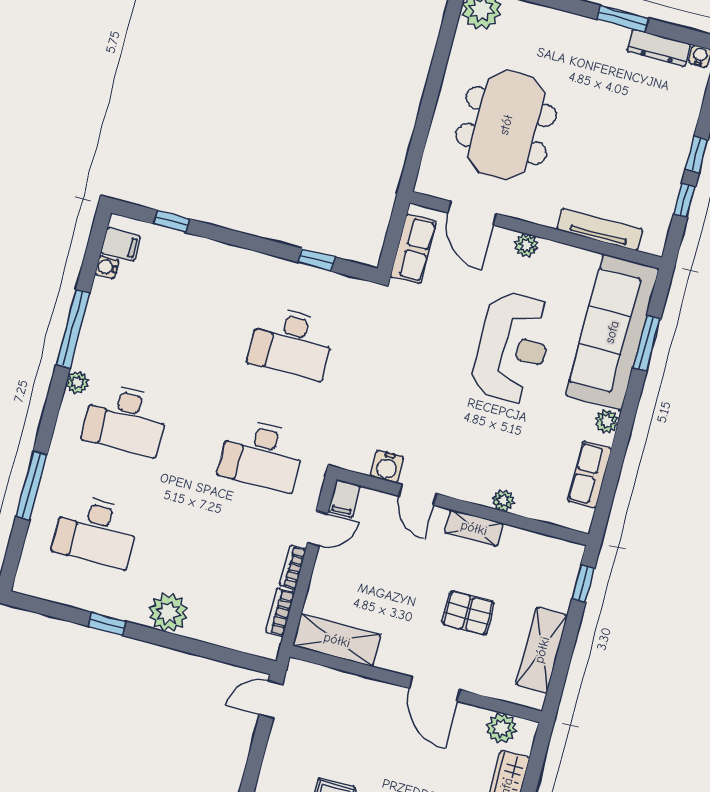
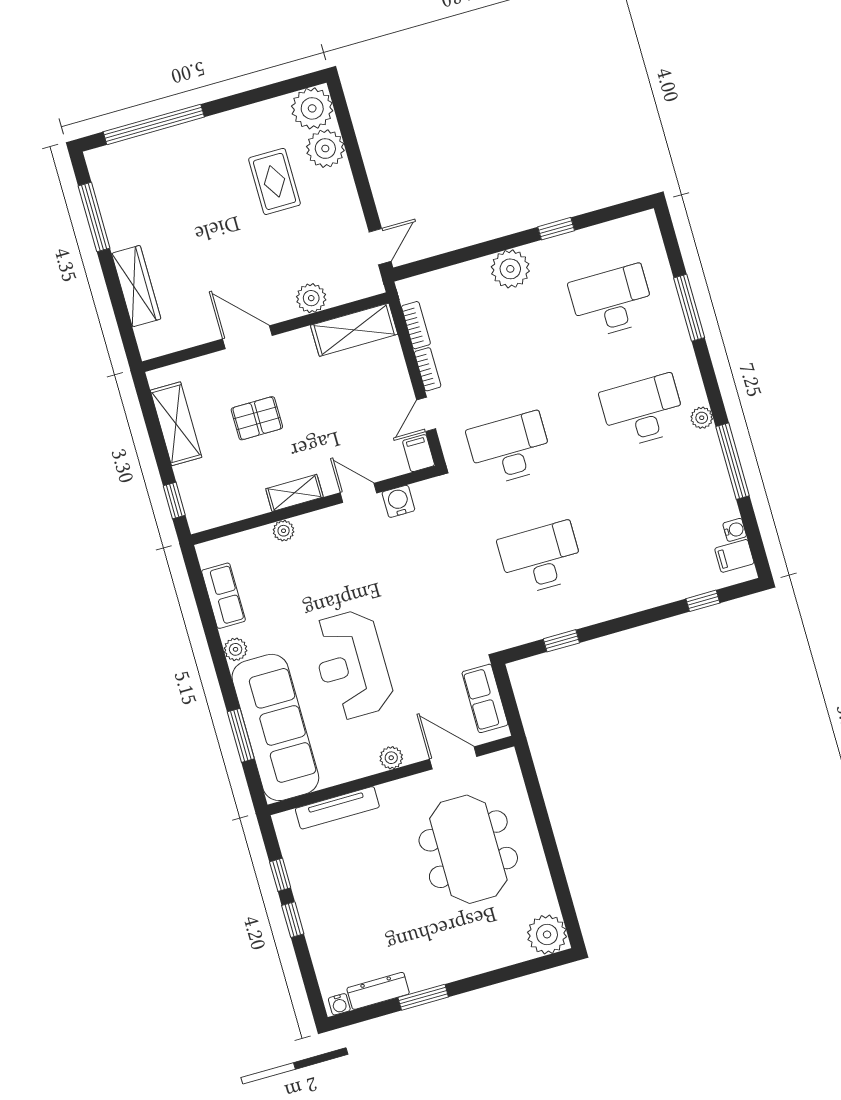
plant: (501, 728) -> (311, 298), moved

